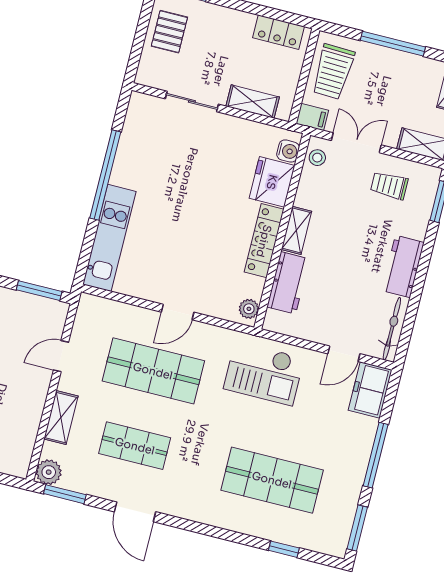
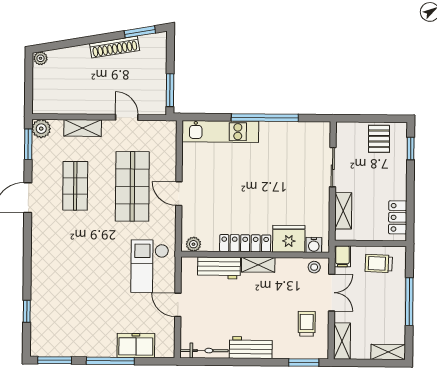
pallet: (169, 32) -> (379, 139), turned 90
trolley: (333, 72) -> (379, 263), width x0.73, depth x0.72
door: (344, 354) -> (178, 305), moved
freezer: (370, 390) -> (136, 345), moved
shop shelf: (272, 480) -> (74, 291), removed

